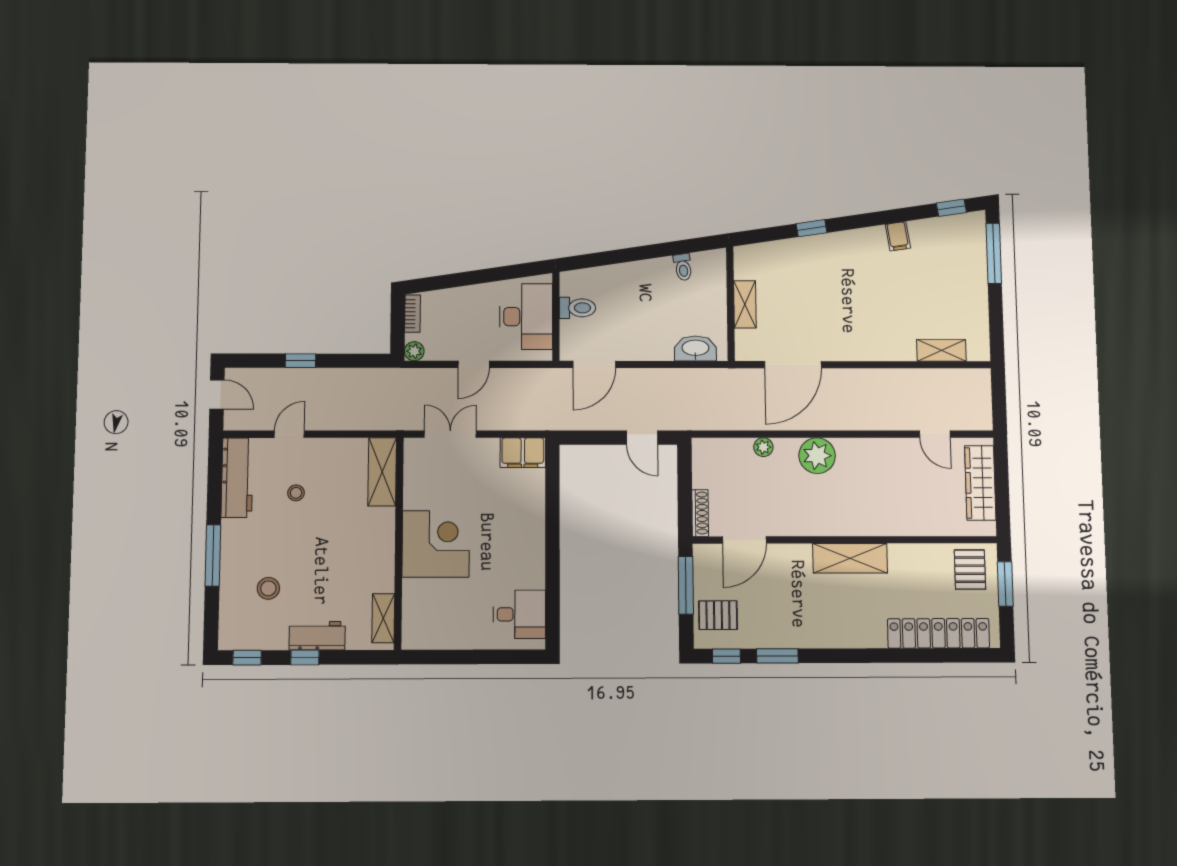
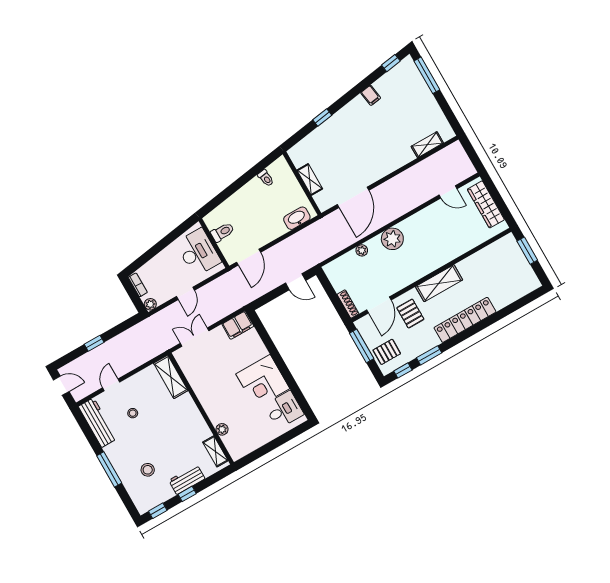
corner desk: (436, 544) -> (263, 381), moved, turned 180
pallet: (970, 570) -> (410, 314), moved
plant: (412, 591) -> (222, 429), added
locker: (938, 633) -> (465, 320), moved

